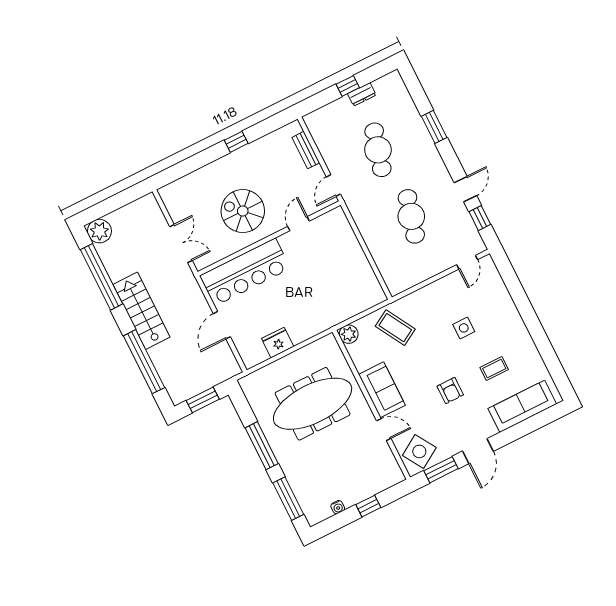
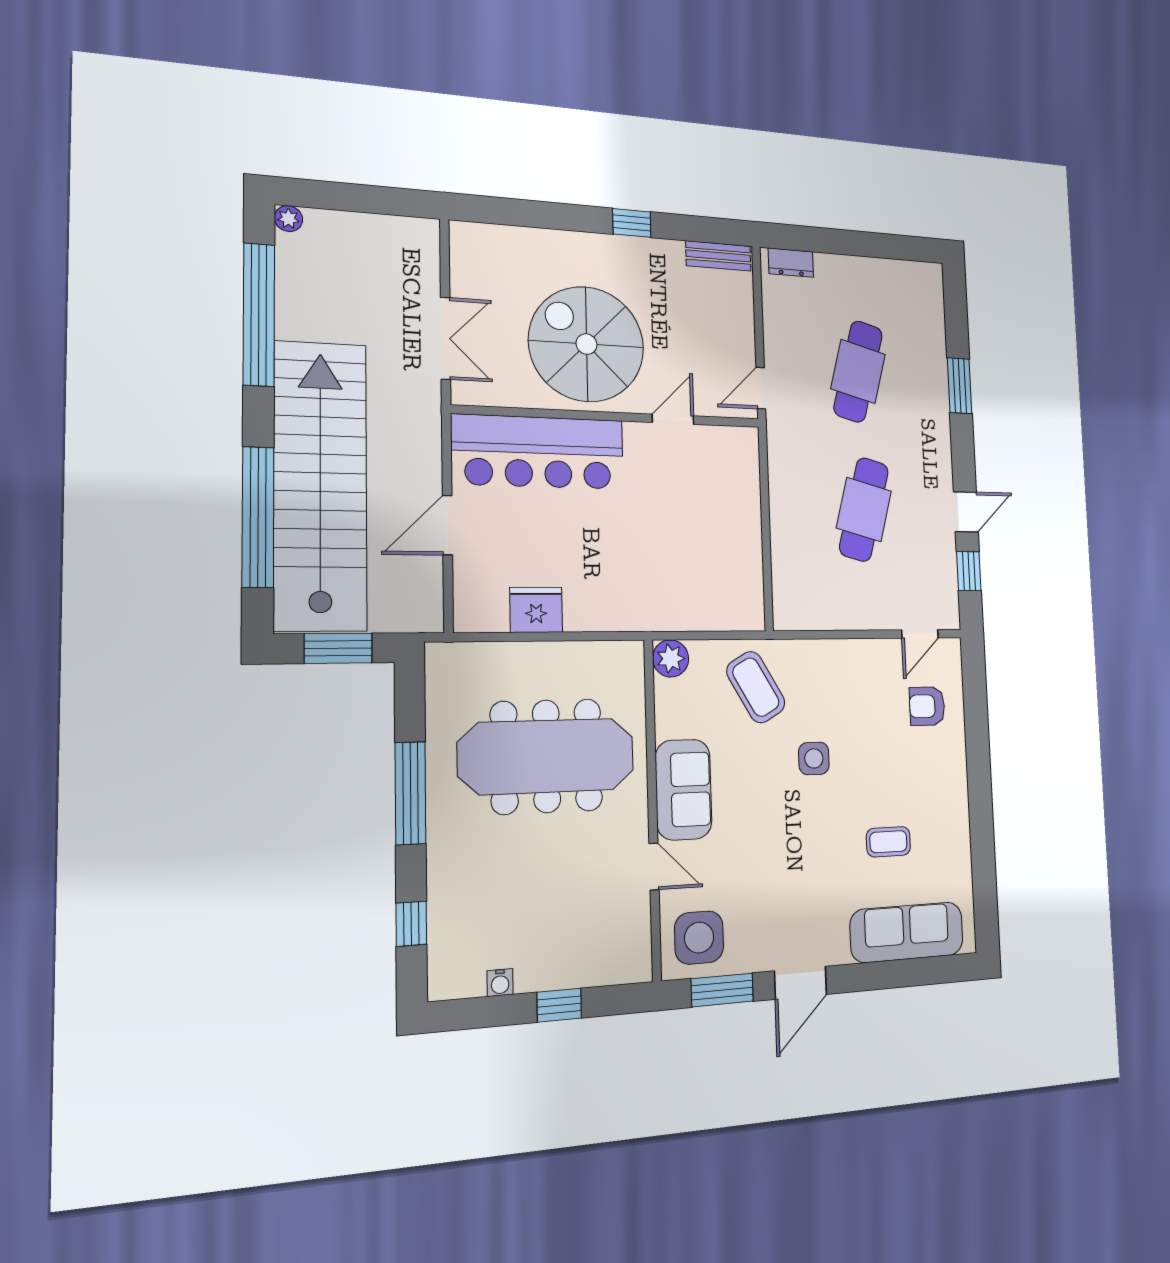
window: (348, 86) -> (855, 243), removed
dresser: (362, 94) -> (791, 263), moved
bench: (306, 150) -> (718, 256), moved, turned 90
spiral stairs: (243, 211) -> (586, 344), width x1.37, depth x1.37
plant: (99, 231) -> (288, 219), width x0.53, depth x0.53
stairs: (142, 311) -> (320, 486), width x1.86, depth x1.51
side table: (464, 328) -> (814, 758), moved
armchair: (450, 391) -> (927, 706), moved, turned 90
side table: (419, 451) -> (699, 938), turned 32
window: (288, 499) -> (411, 924), width x0.46

